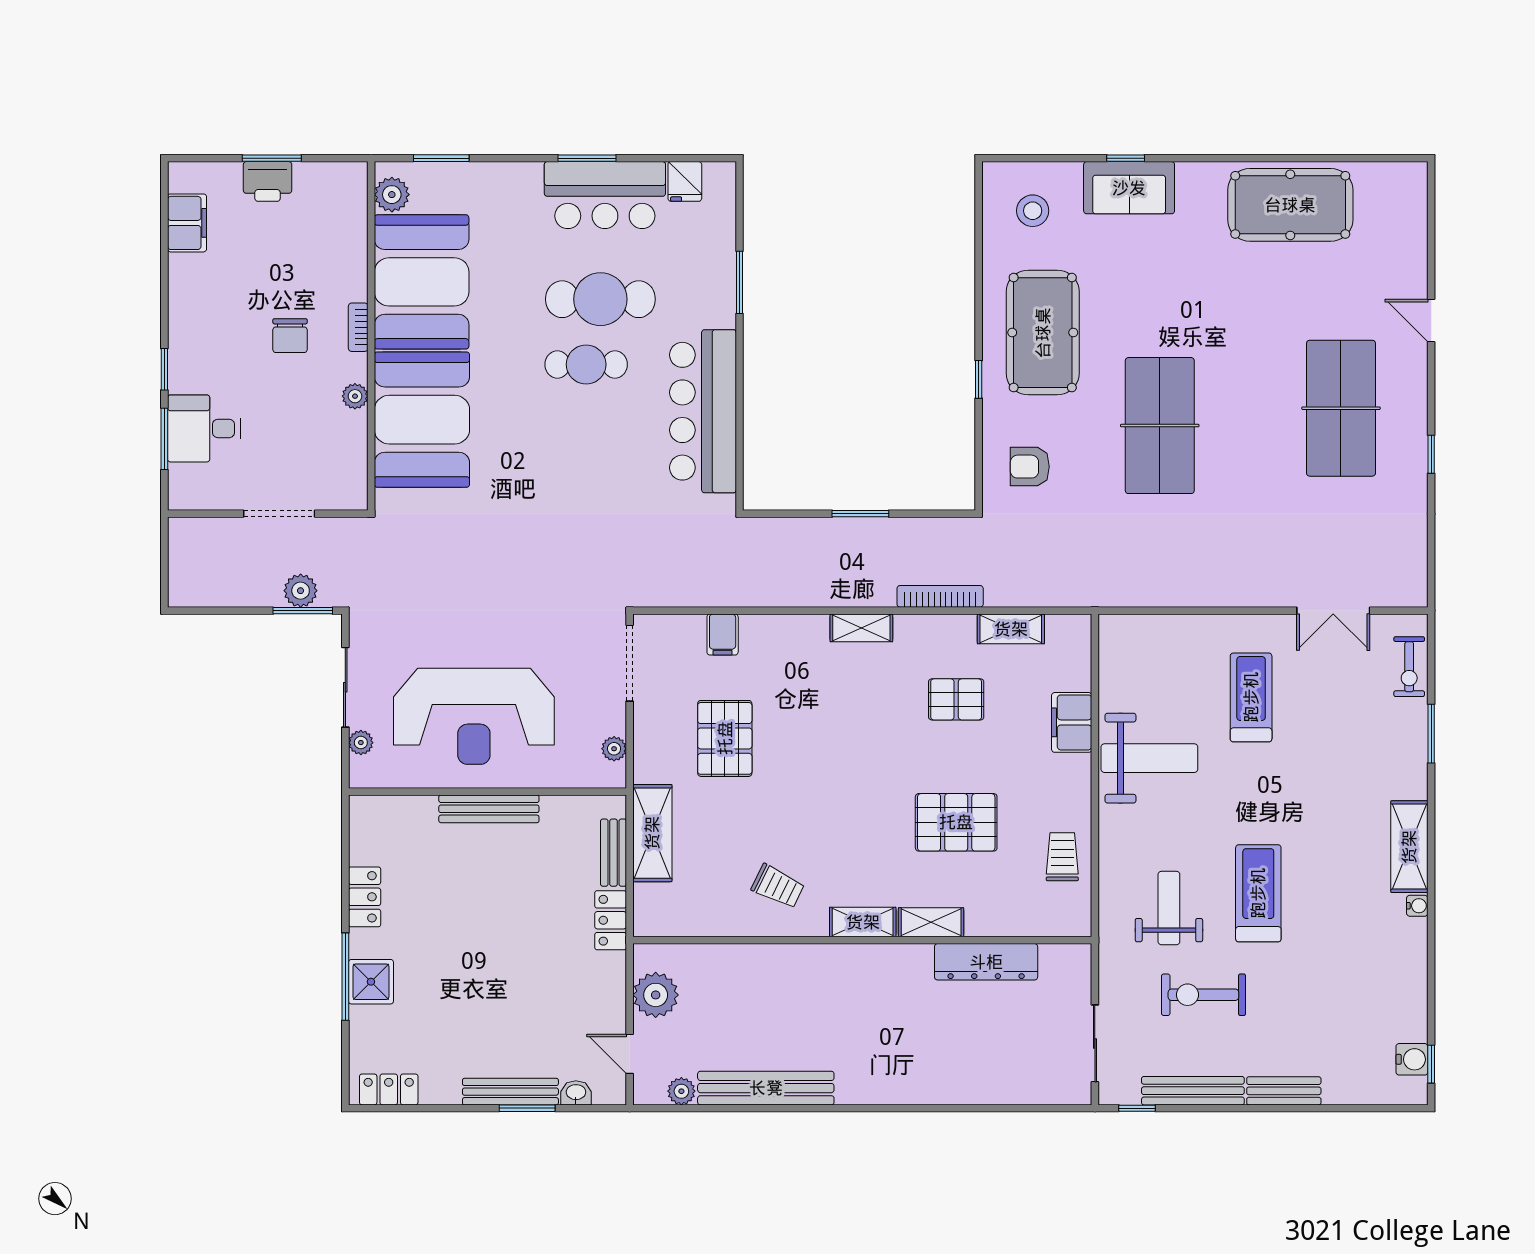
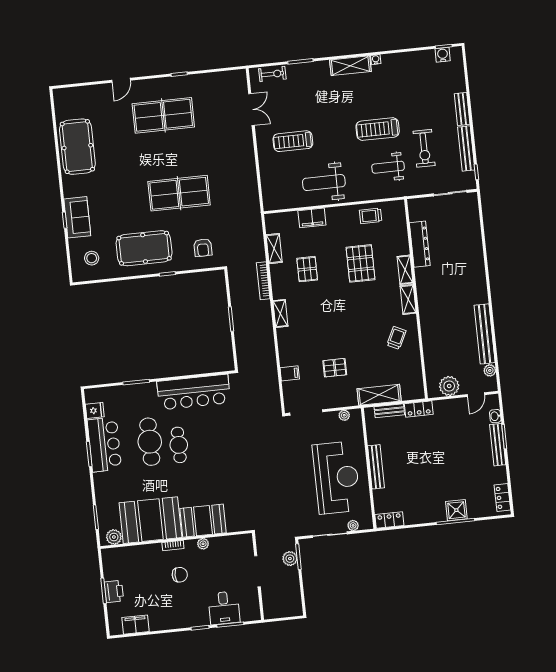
booth: (422, 420) -> (203, 521), width x0.73, depth x0.70
pallet: (725, 738) -> (335, 368), width x0.67, depth x0.71
weight bench: (1149, 758) -> (324, 183), turned -90
locker: (365, 897) -> (389, 520), moved

